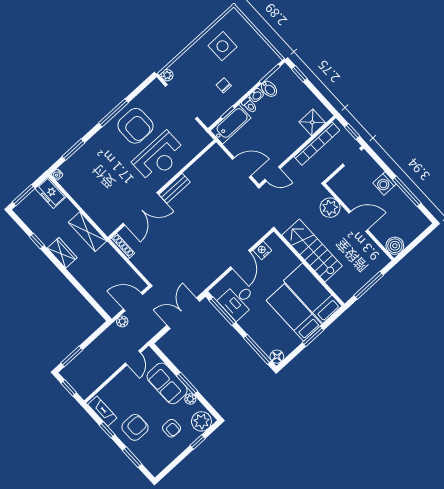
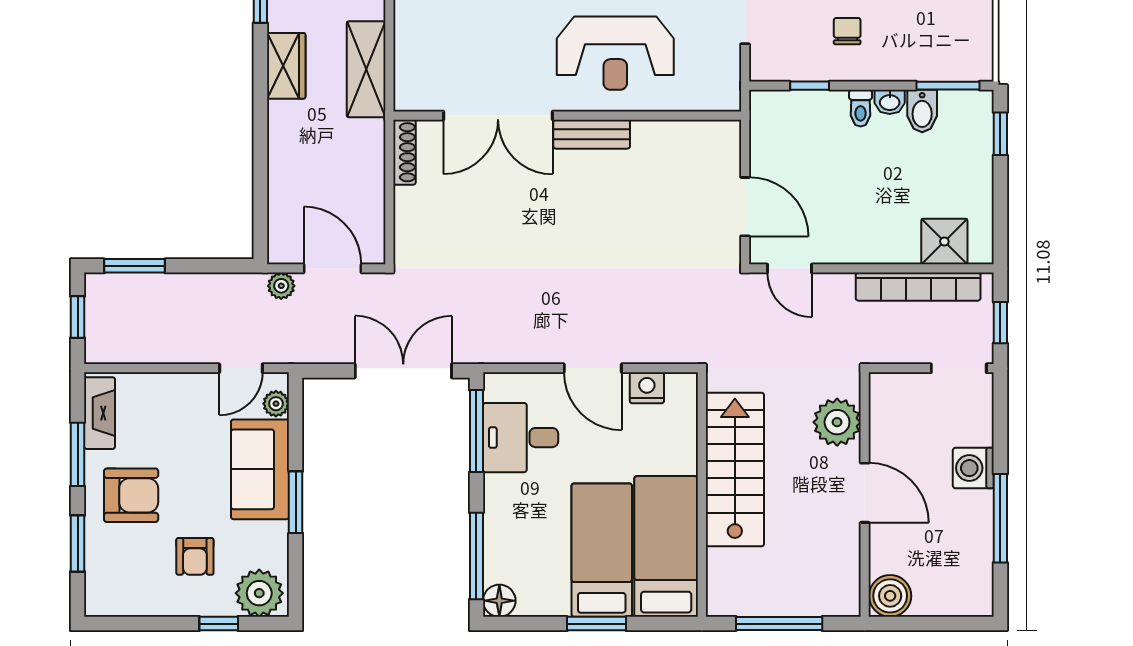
bathtub: (231, 124) -> (796, 112), removed
door: (240, 259) -> (593, 368), hinge flipped
plant: (190, 399) -> (276, 404), moved
window: (107, 430) -> (78, 454), width x1.50

